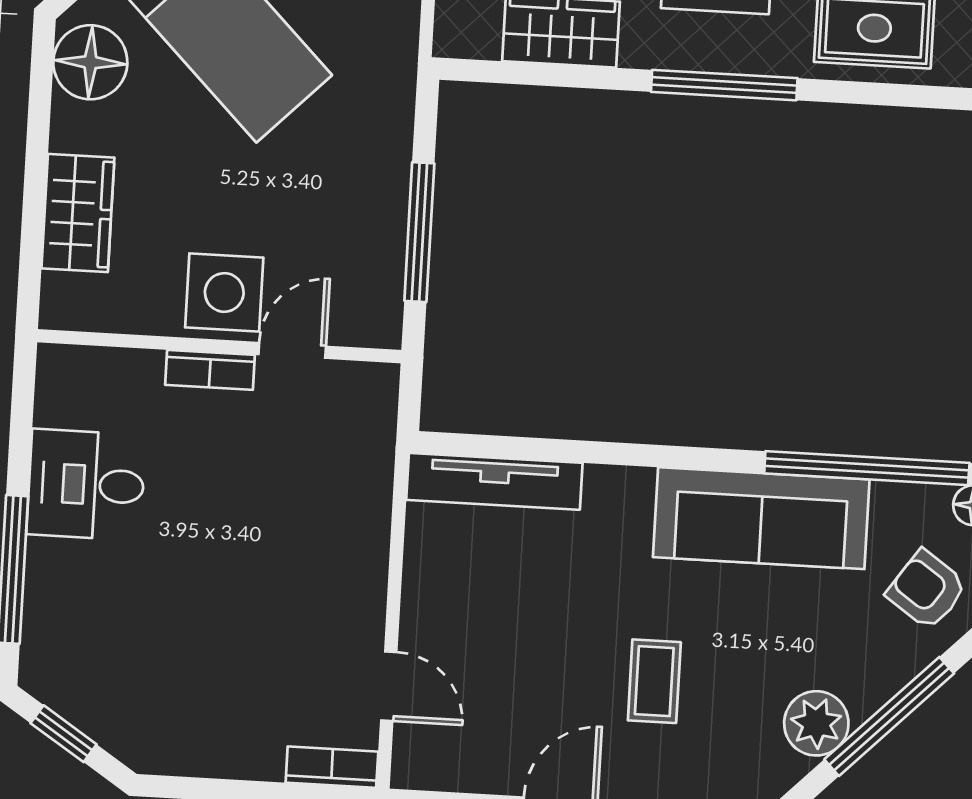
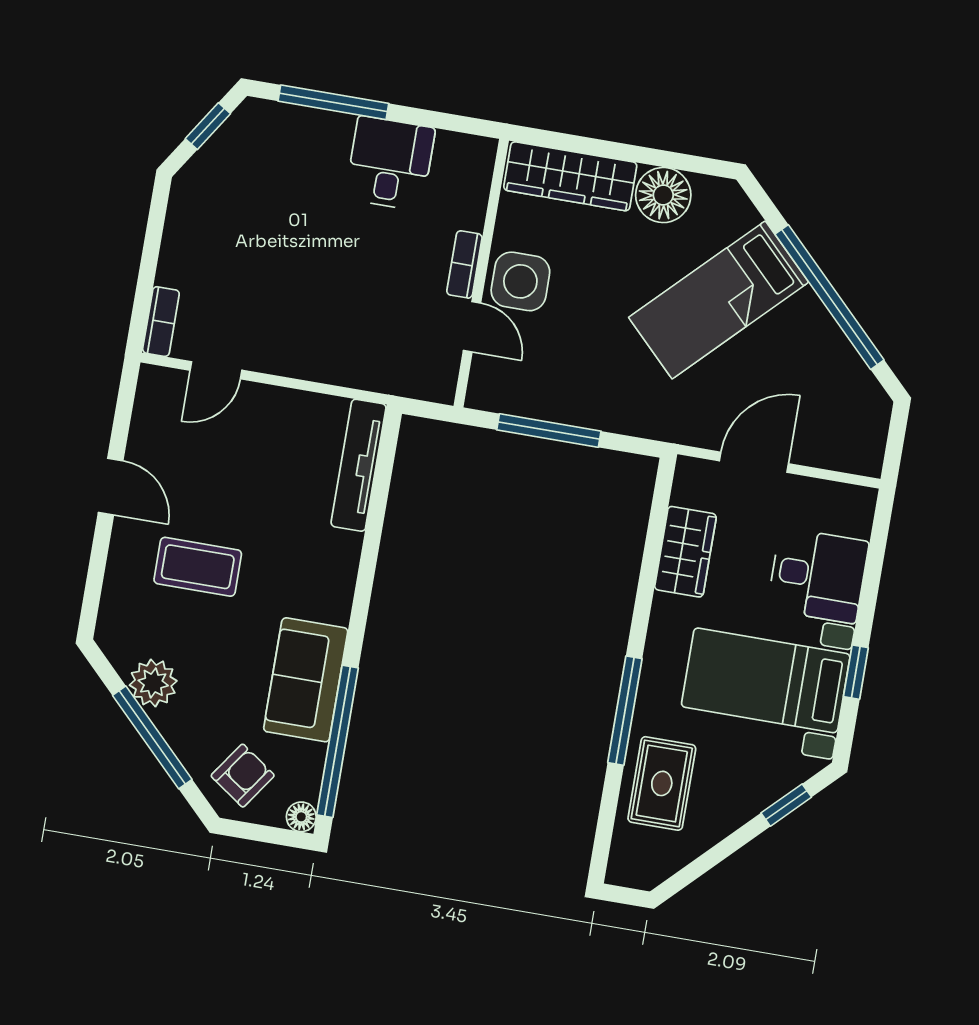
floor lamp: (90, 62) -> (663, 195), moved
window: (724, 85) -> (625, 711), moved
wardrobe: (78, 213) -> (570, 176), width x1.50
sofa: (761, 518) -> (306, 680), width x0.73
coffee table: (654, 681) -> (198, 567), width x1.36, depth x1.30

